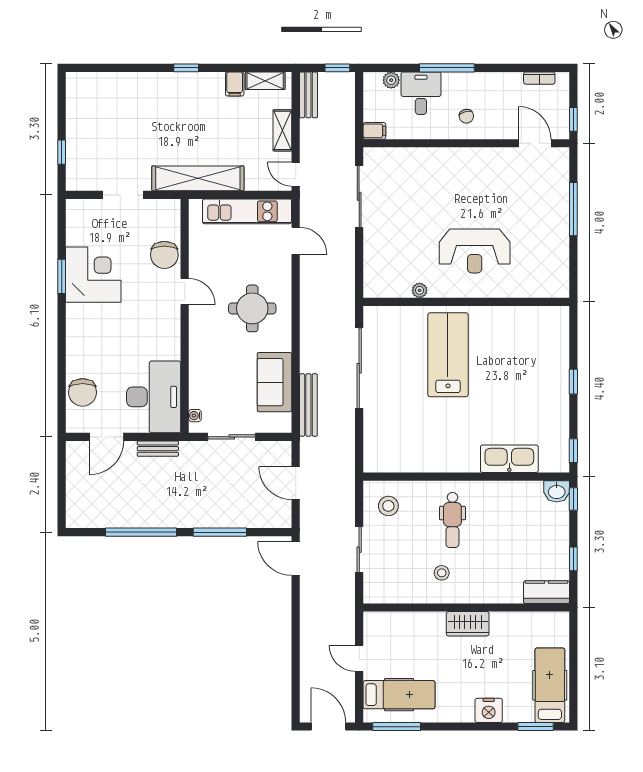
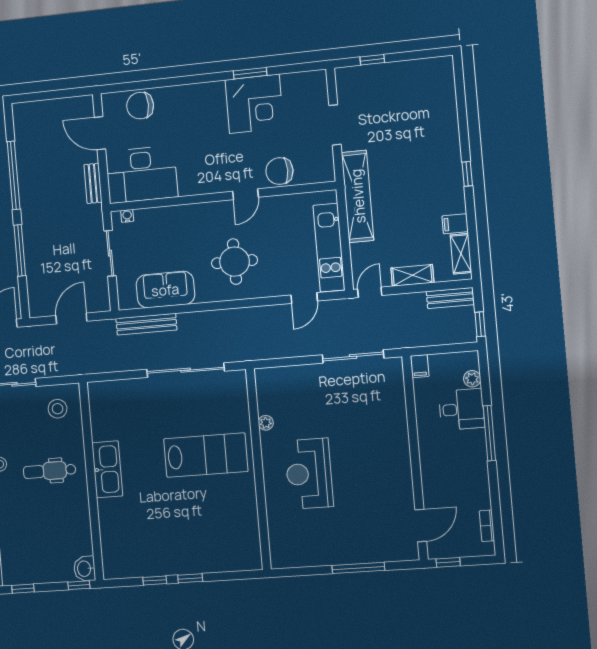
chair: (466, 116) -> (442, 456), removed
window: (573, 451) -> (155, 580), moved
kitchen sink: (509, 459) -> (107, 469), moved

